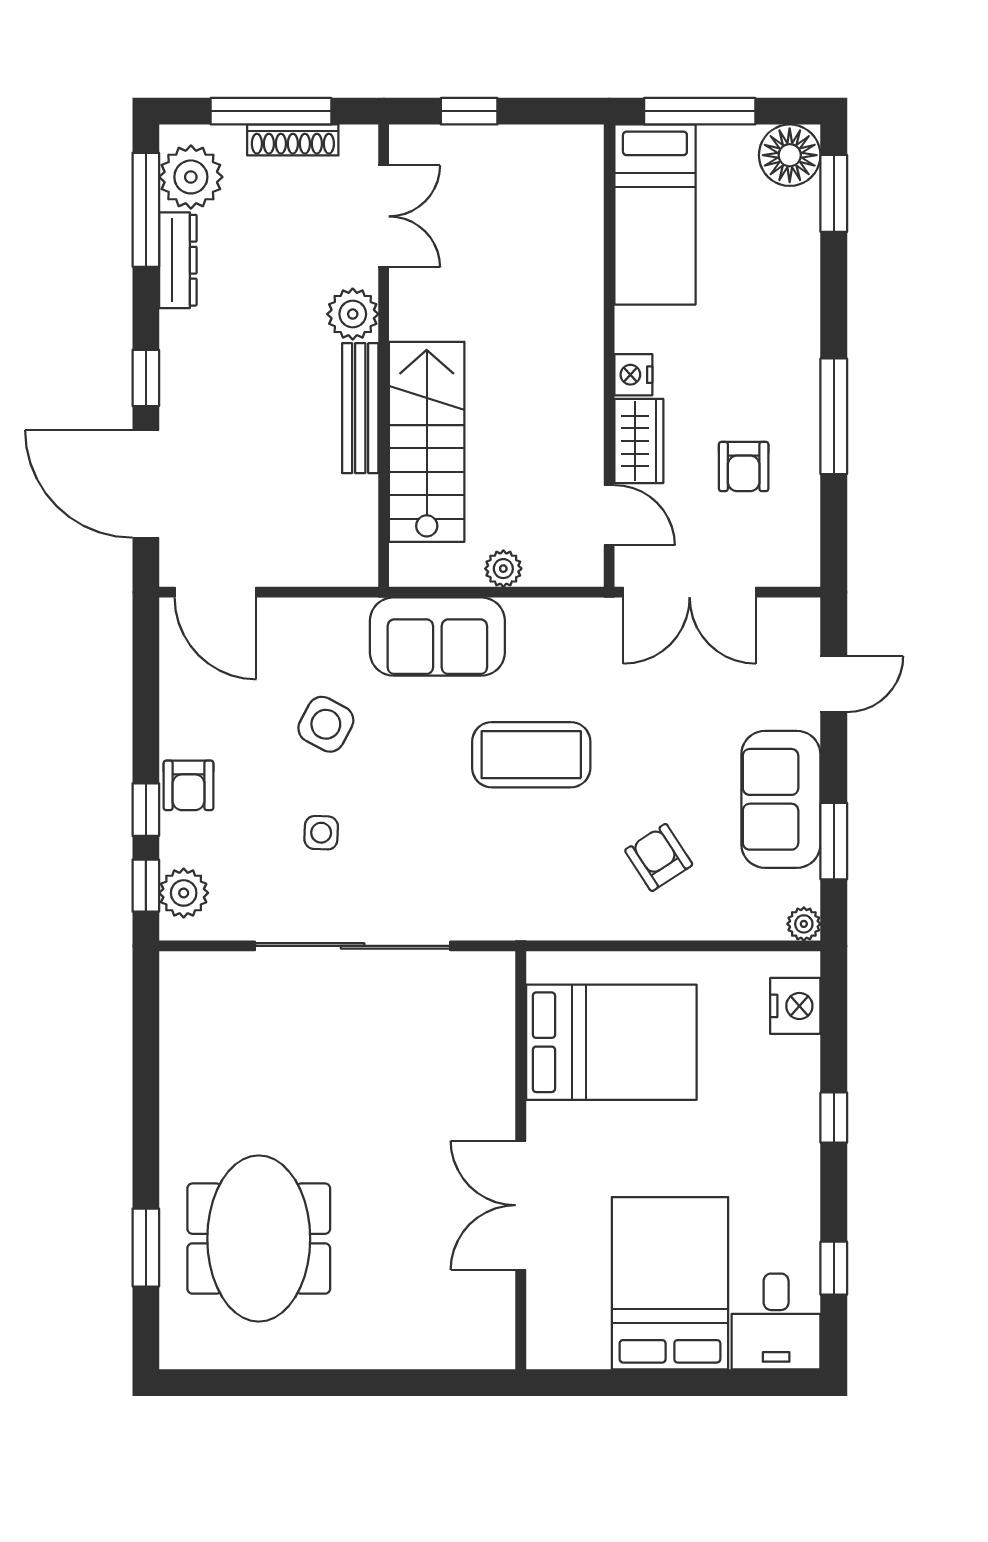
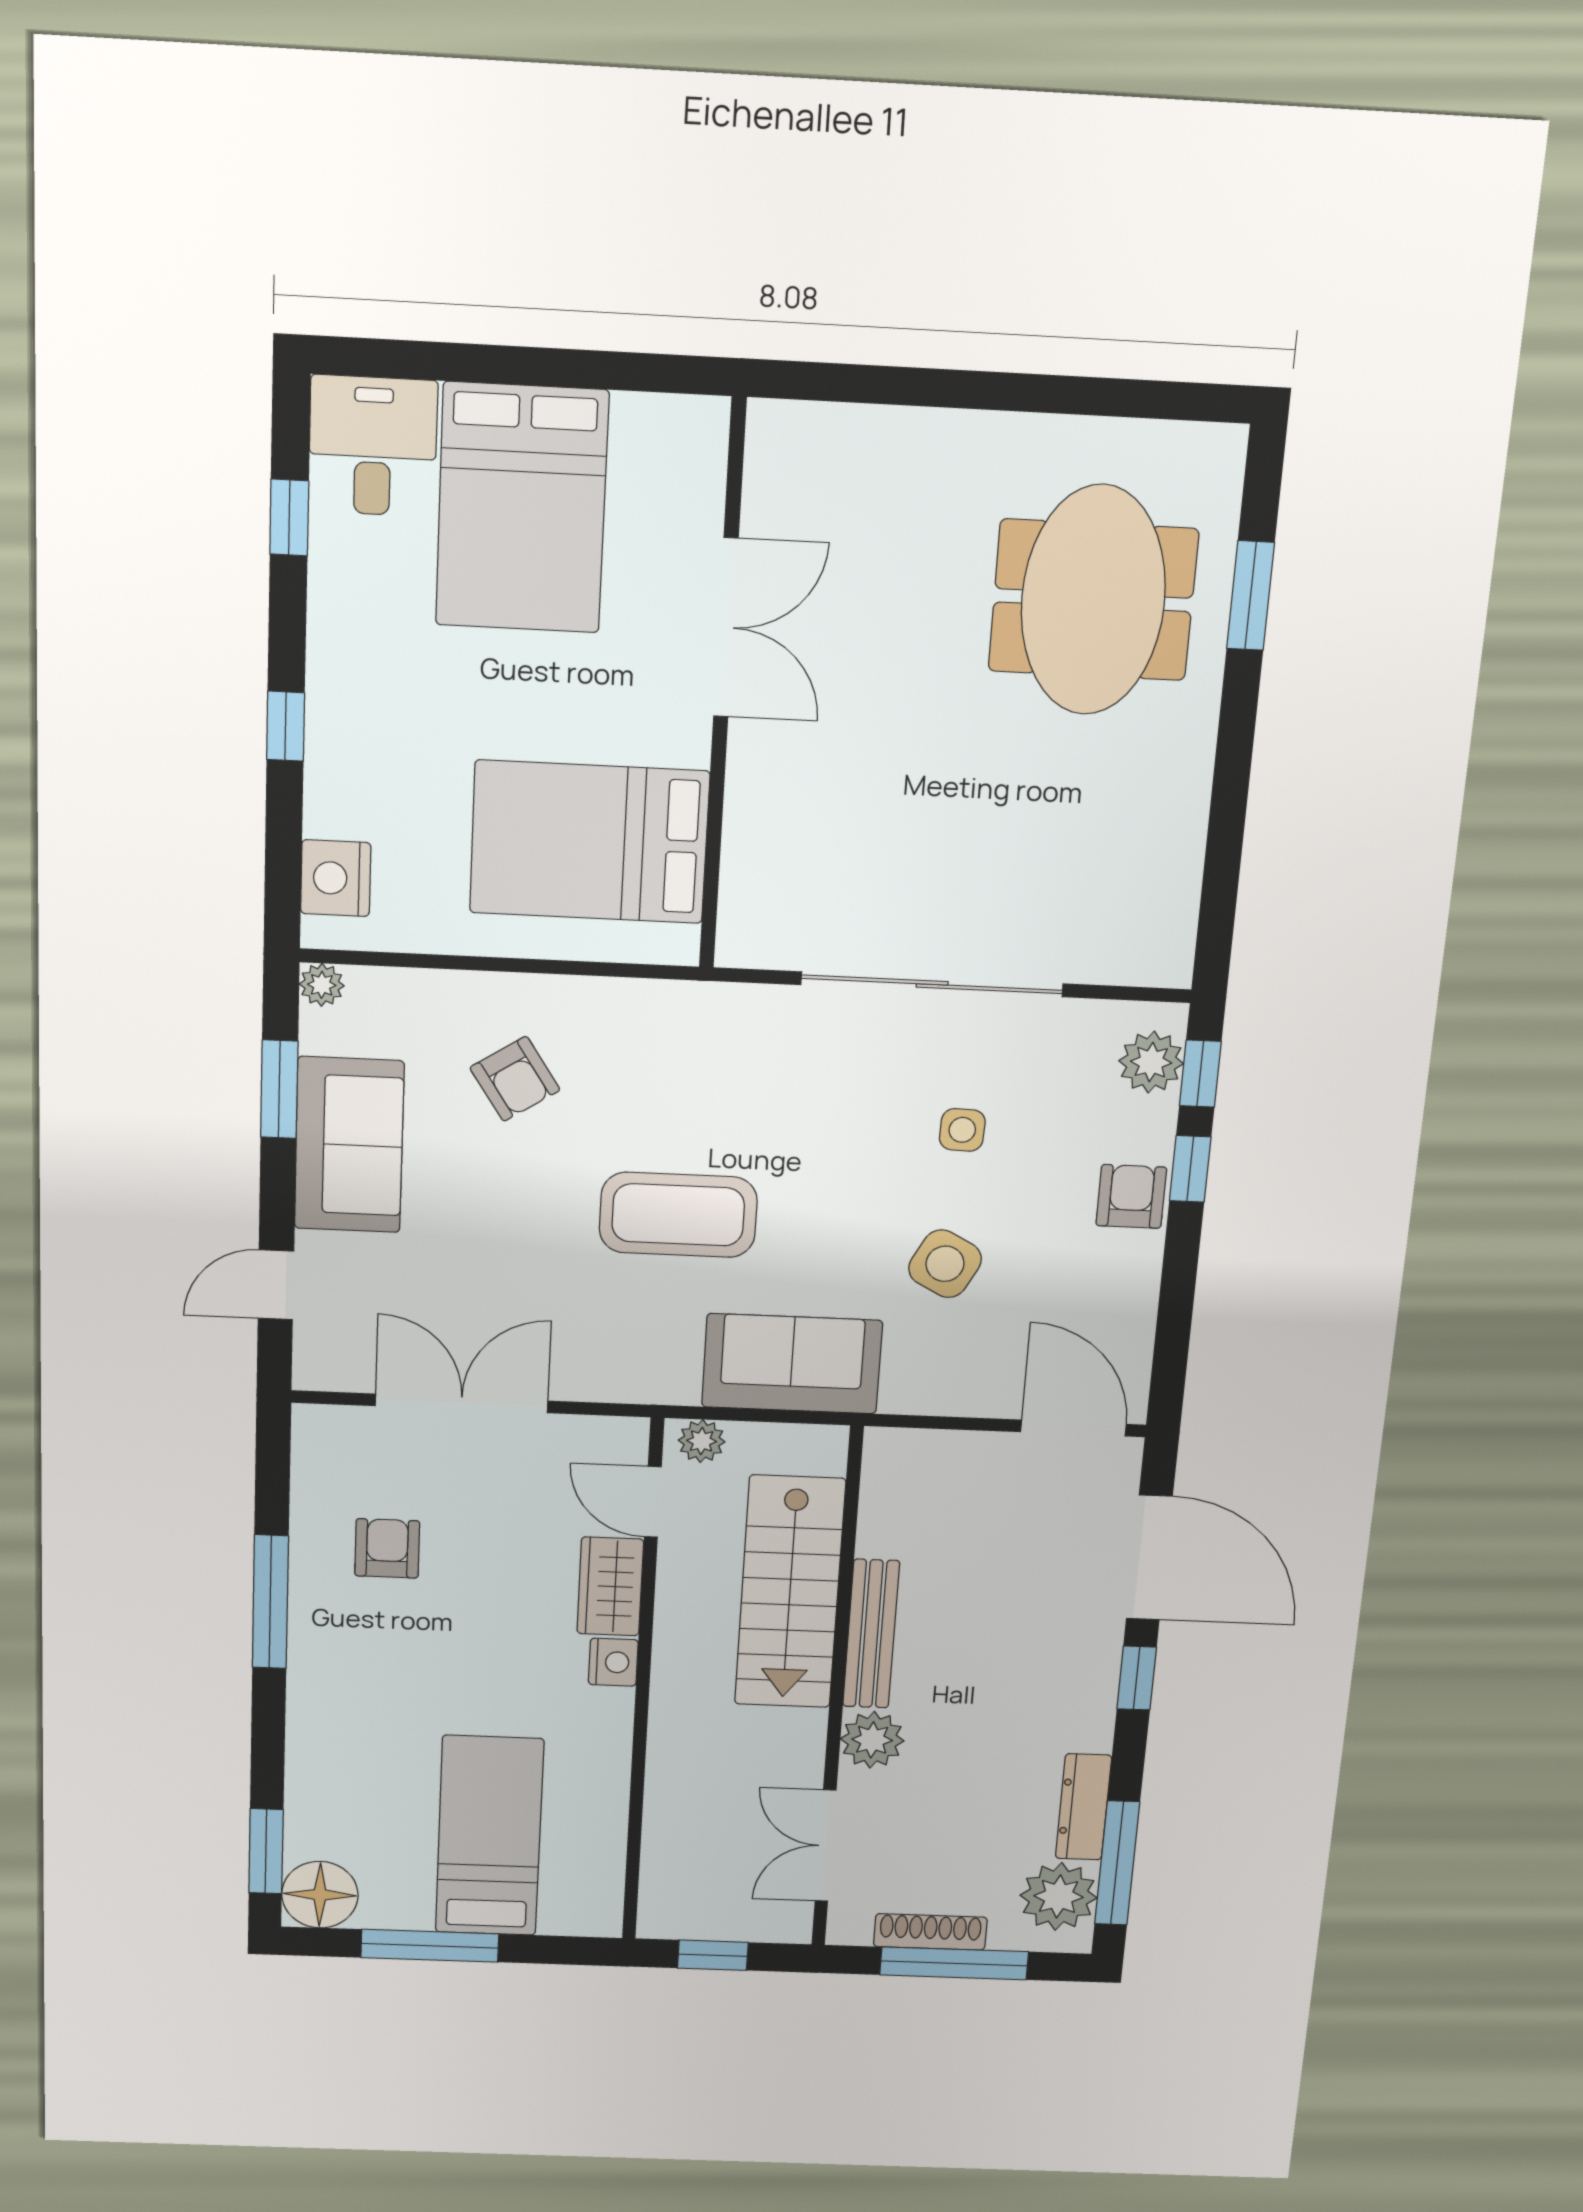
wall: (609, 356) -> (643, 1685), moved
nightstand: (633, 375) -> (613, 1662), moved
wardrobe: (639, 441) -> (610, 1586), moved
door: (609, 515) -> (653, 1502), moved

